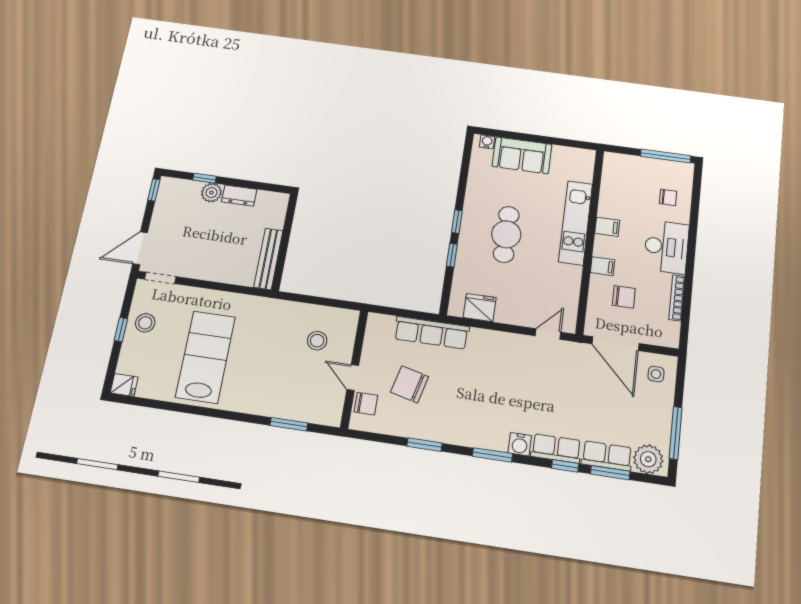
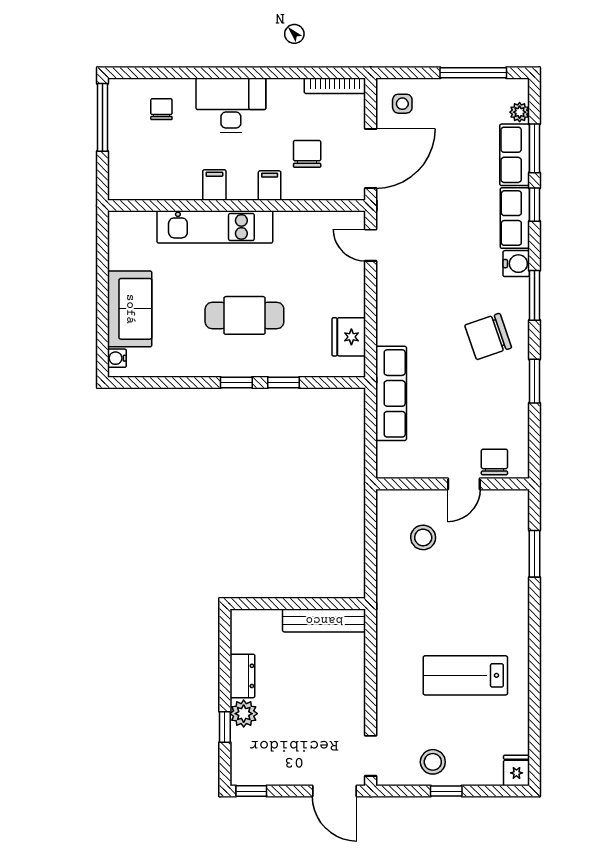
bookcase: (677, 298) -> (335, 86), moved
lab bench: (205, 357) -> (465, 675), width x0.73, depth x0.72
chair: (410, 384) -> (488, 336), moved, turned 57
plant: (648, 459) -> (520, 112), width x0.53, depth x0.53

